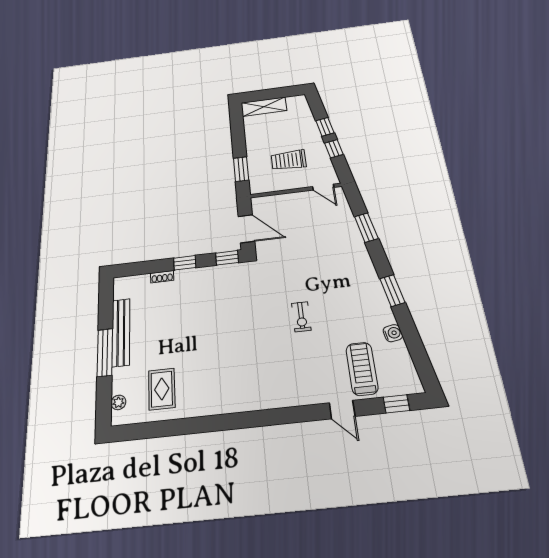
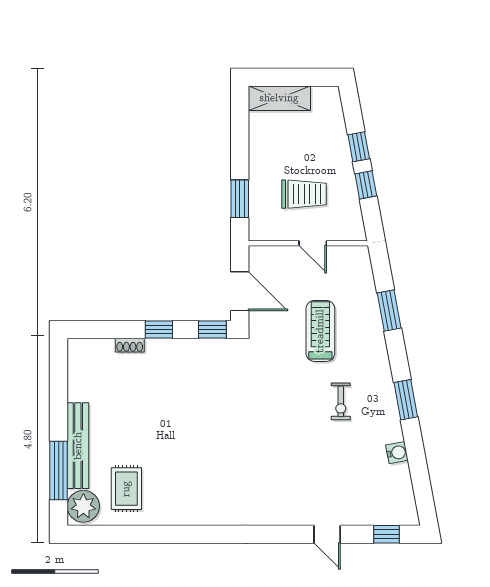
trolley: (289, 160) -> (304, 194), turned 180
door: (323, 187) -> (313, 243), moved
exercise bike: (301, 317) -> (341, 401), moved
bench: (121, 332) -> (78, 446), moved
window: (105, 352) -> (59, 470), moved
treadmill: (362, 369) -> (320, 331), moved
plant: (118, 402) -> (83, 506), width x1.88, depth x1.88

